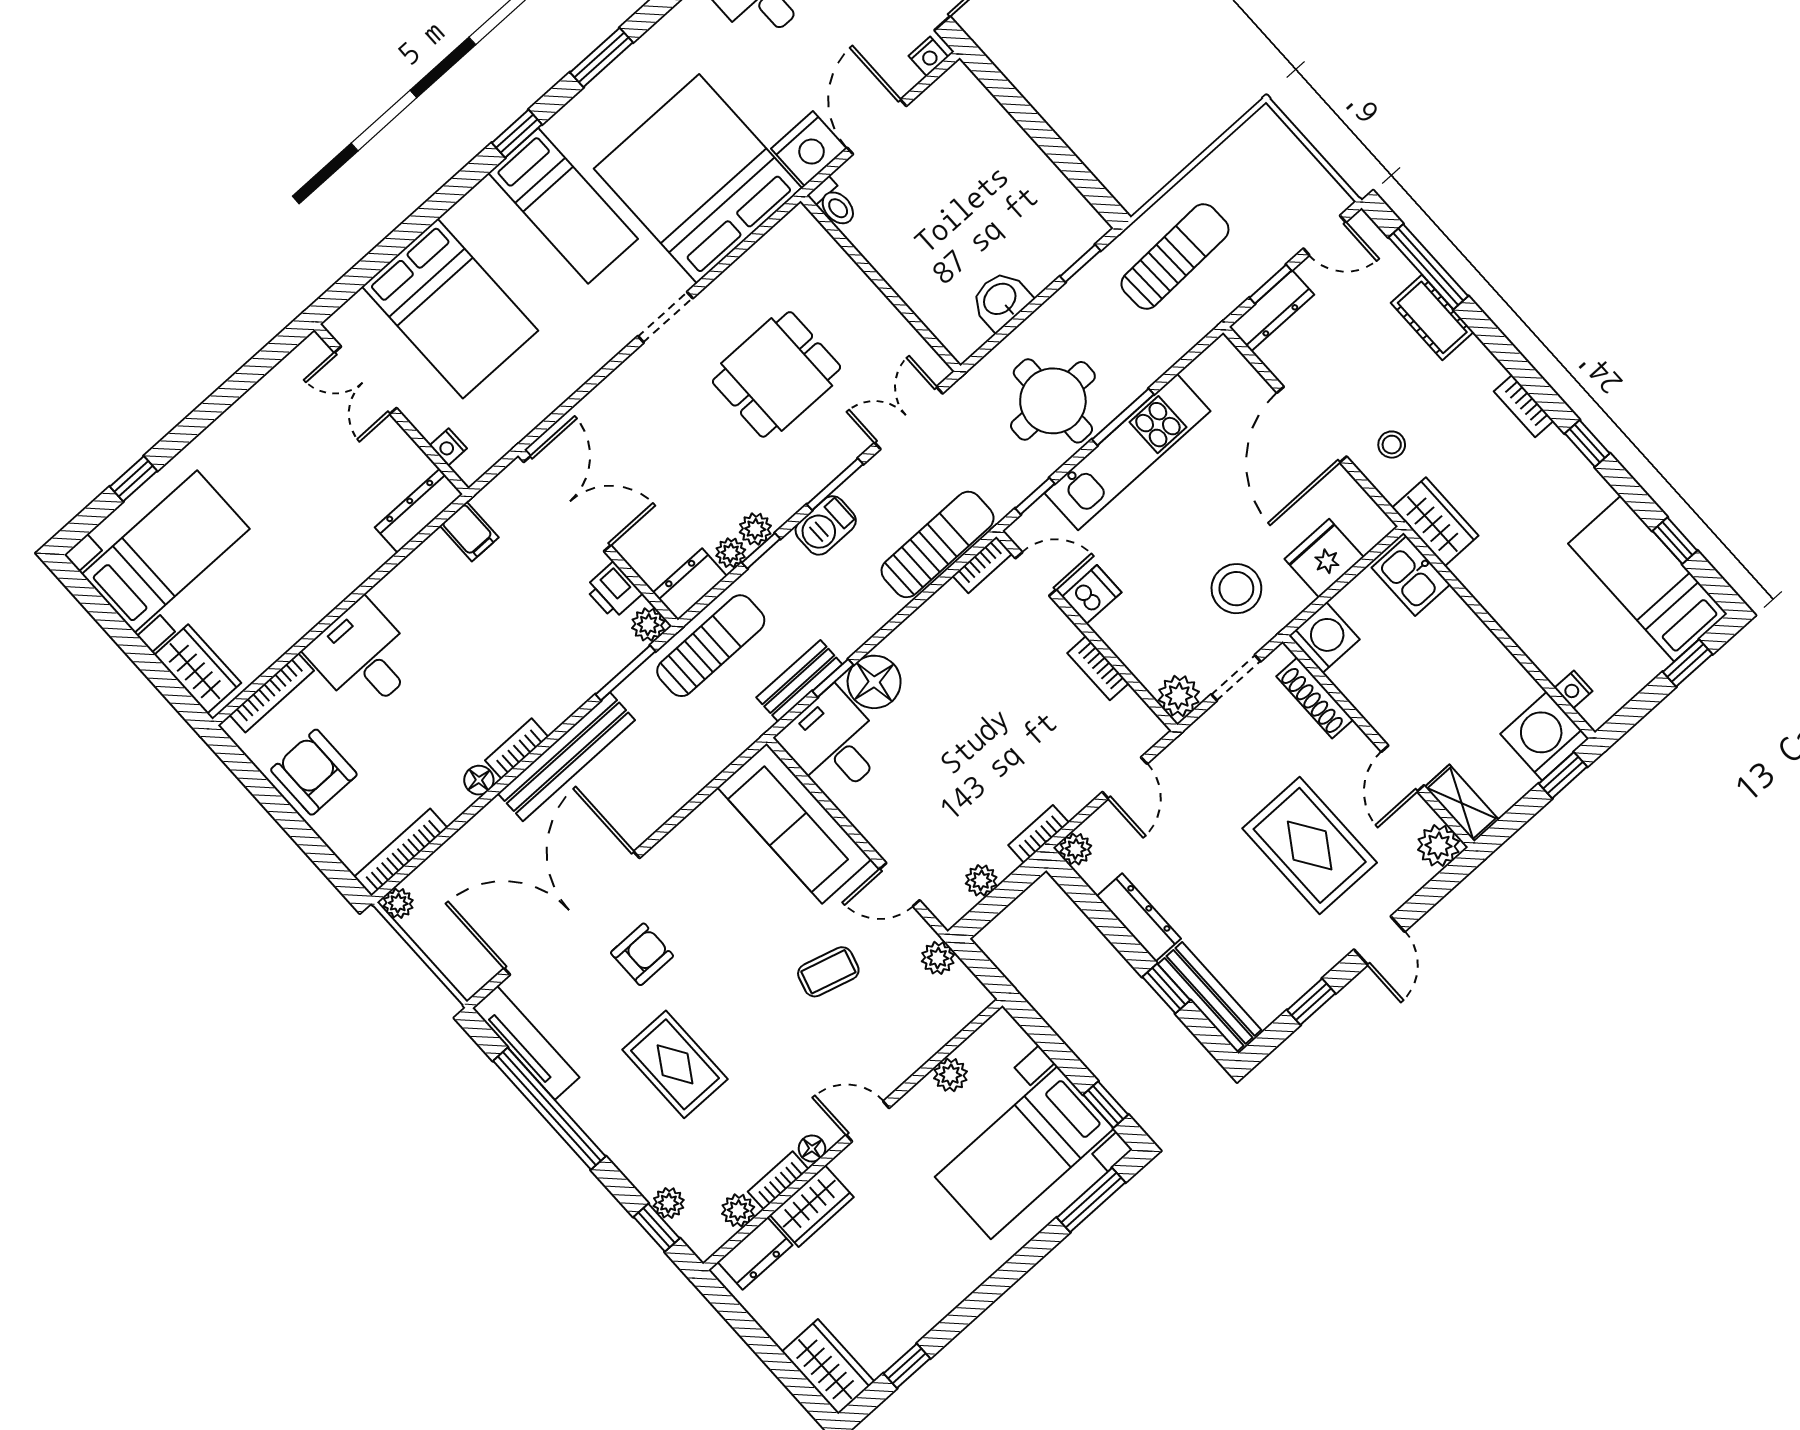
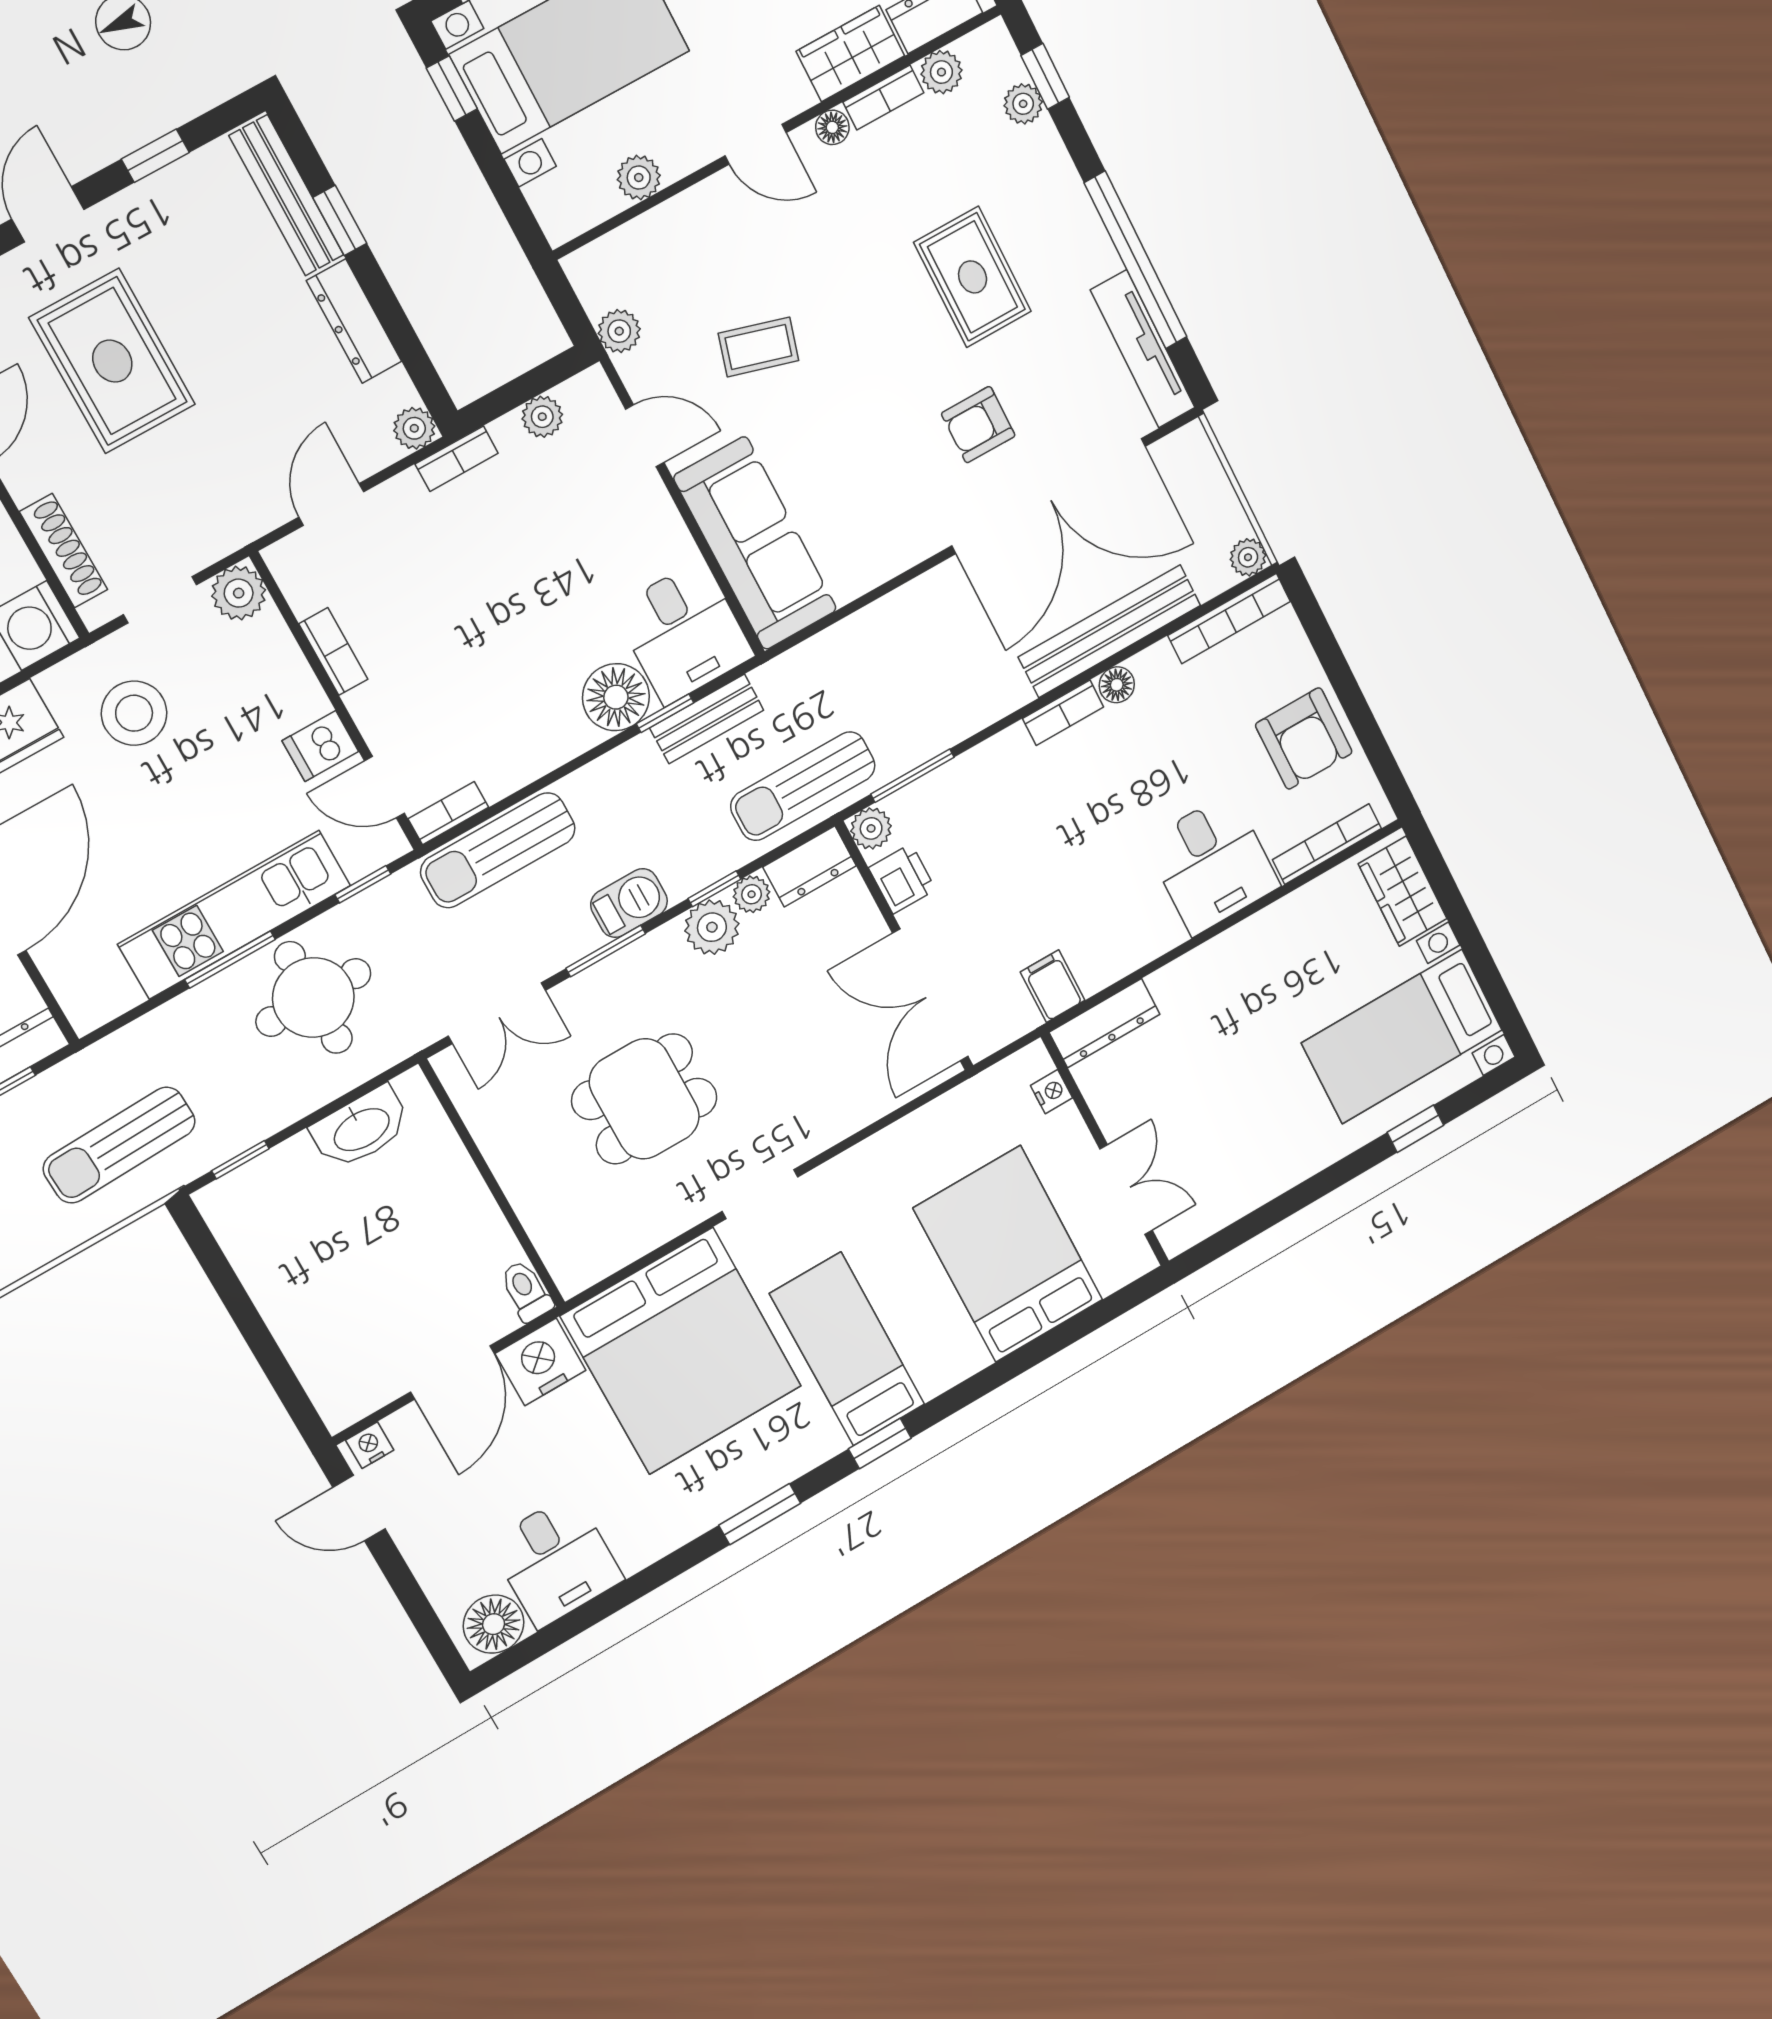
washbasin: (1001, 300) -> (361, 1128), width x1.38
plant: (755, 529) -> (712, 927), width x1.38, depth x1.38
bench: (566, 757) -> (1110, 631), moved

